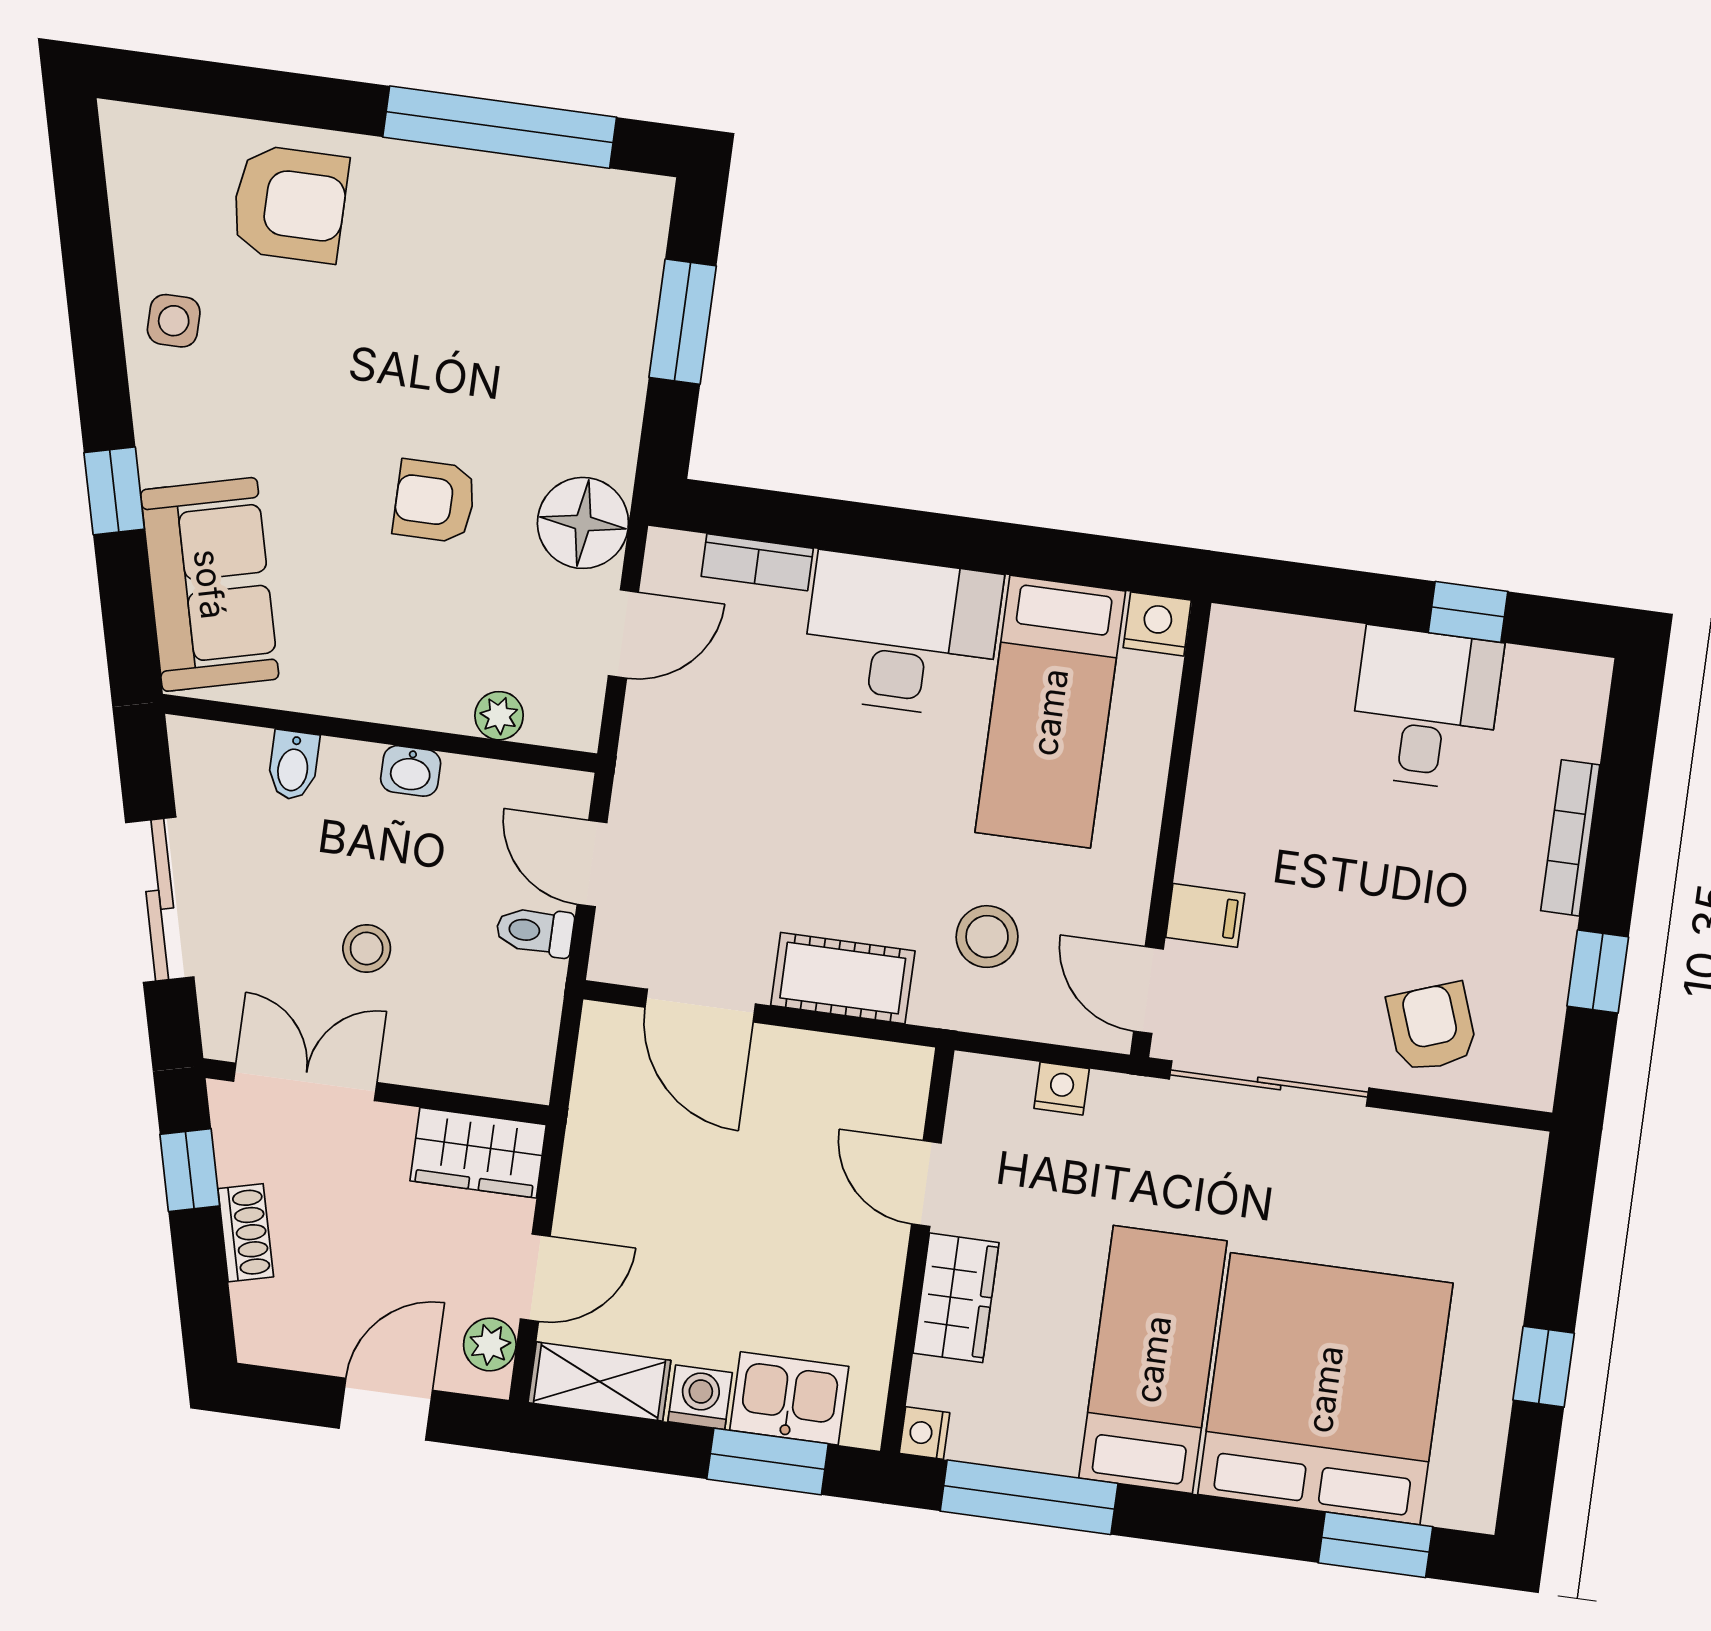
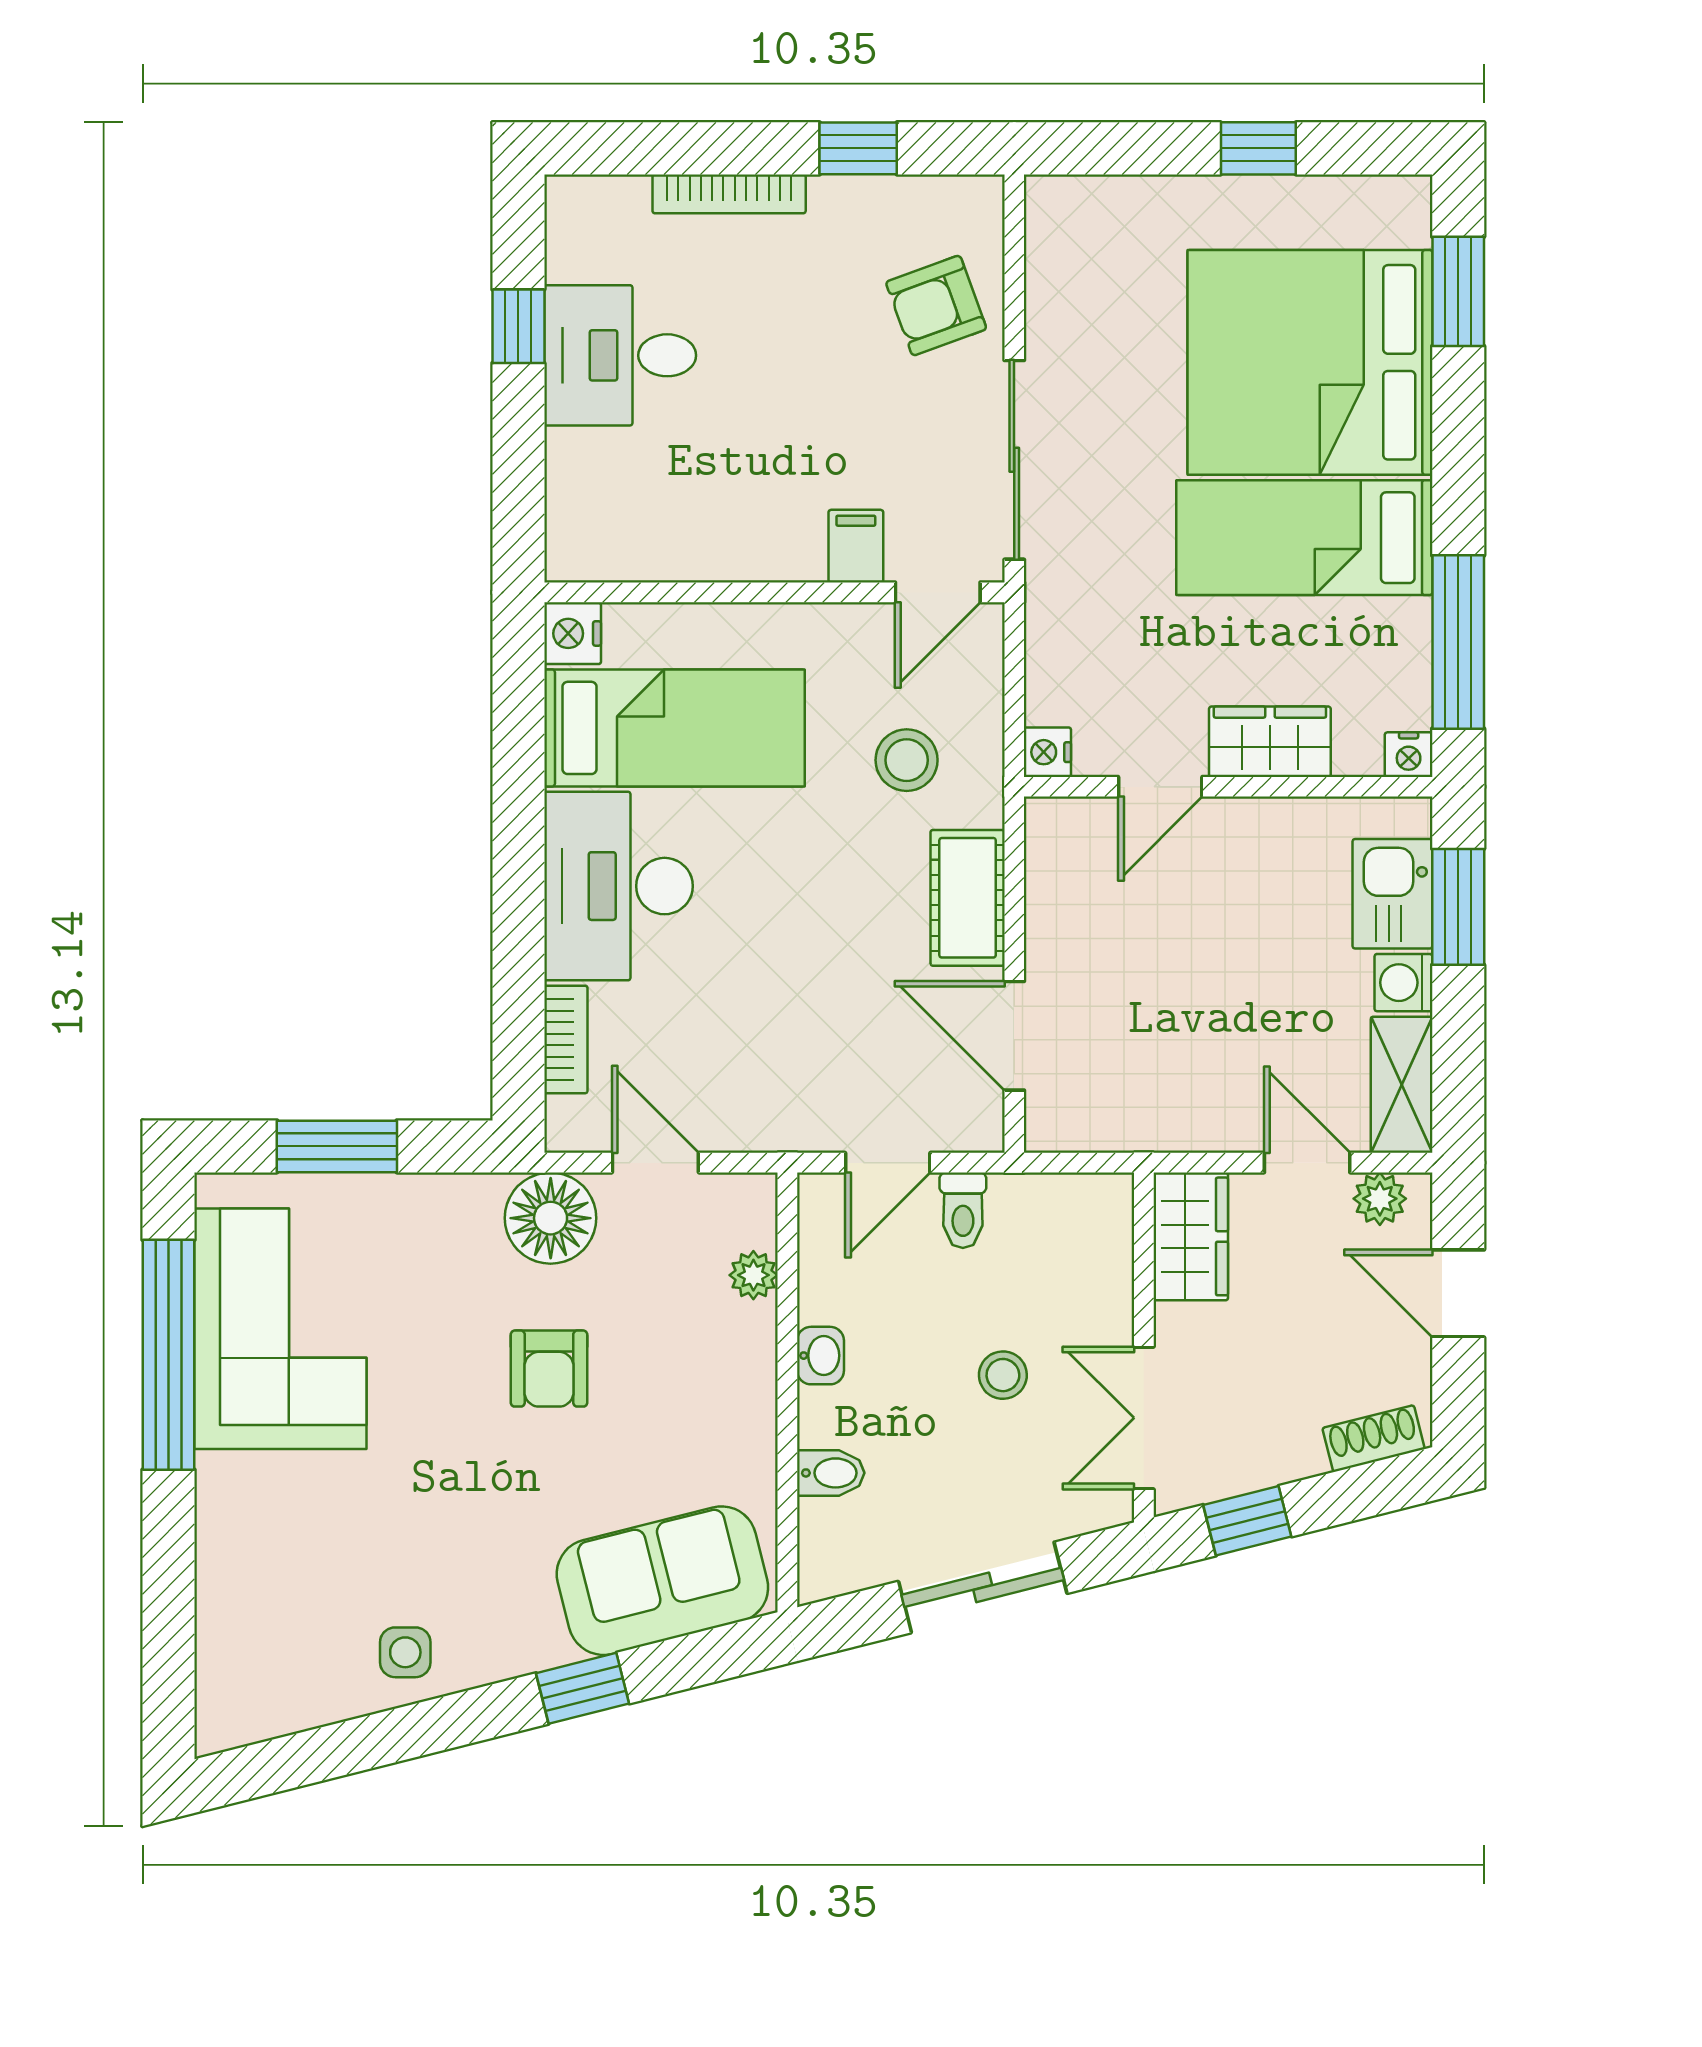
armchair: (290, 204) -> (273, 1553), removed
corner sofa: (510, 241) -> (280, 1329), added
door: (700, 1006) -> (1014, 1036), swing flipped
nightstand: (1062, 1088) -> (1047, 752), moved
shoe rack: (246, 1233) -> (1374, 1439), moved

